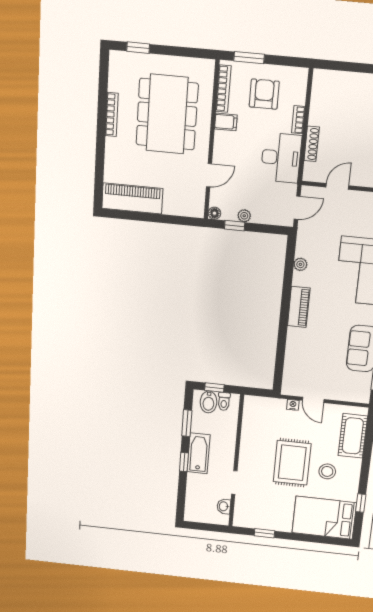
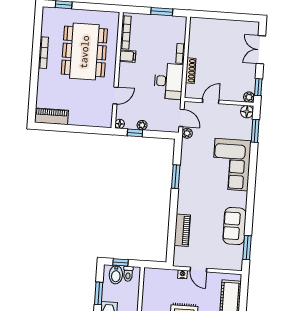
window: (249, 58) -> (162, 12), moved
armchair: (264, 94) -> (155, 36), removed
piano: (132, 198) -> (51, 116), width x0.73, depth x0.75
door: (297, 208) -> (181, 118), hinge flipped
plant: (300, 264) -> (187, 133), moved
window: (287, 284) -> (176, 177), added
piano: (299, 307) -> (182, 230), moved

